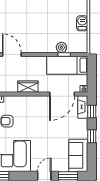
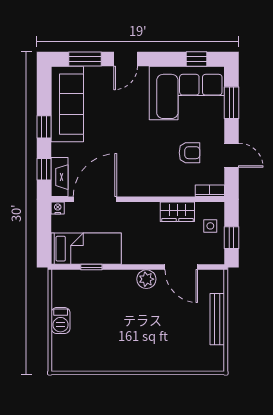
plant: (61, 47) -> (146, 279), moved
wardrobe: (28, 87) -> (177, 212), moved
sofa: (78, 155) -> (67, 104), width x1.36

